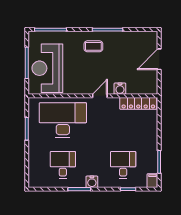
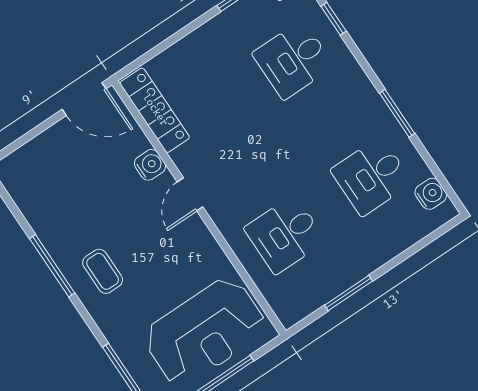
door: (159, 59) -> (84, 99), moved
door: (100, 96) -> (190, 194), hinge flipped
desk: (63, 120) -> (285, 234), width x0.53, depth x0.77
water cooler: (92, 182) -> (431, 194), moved

